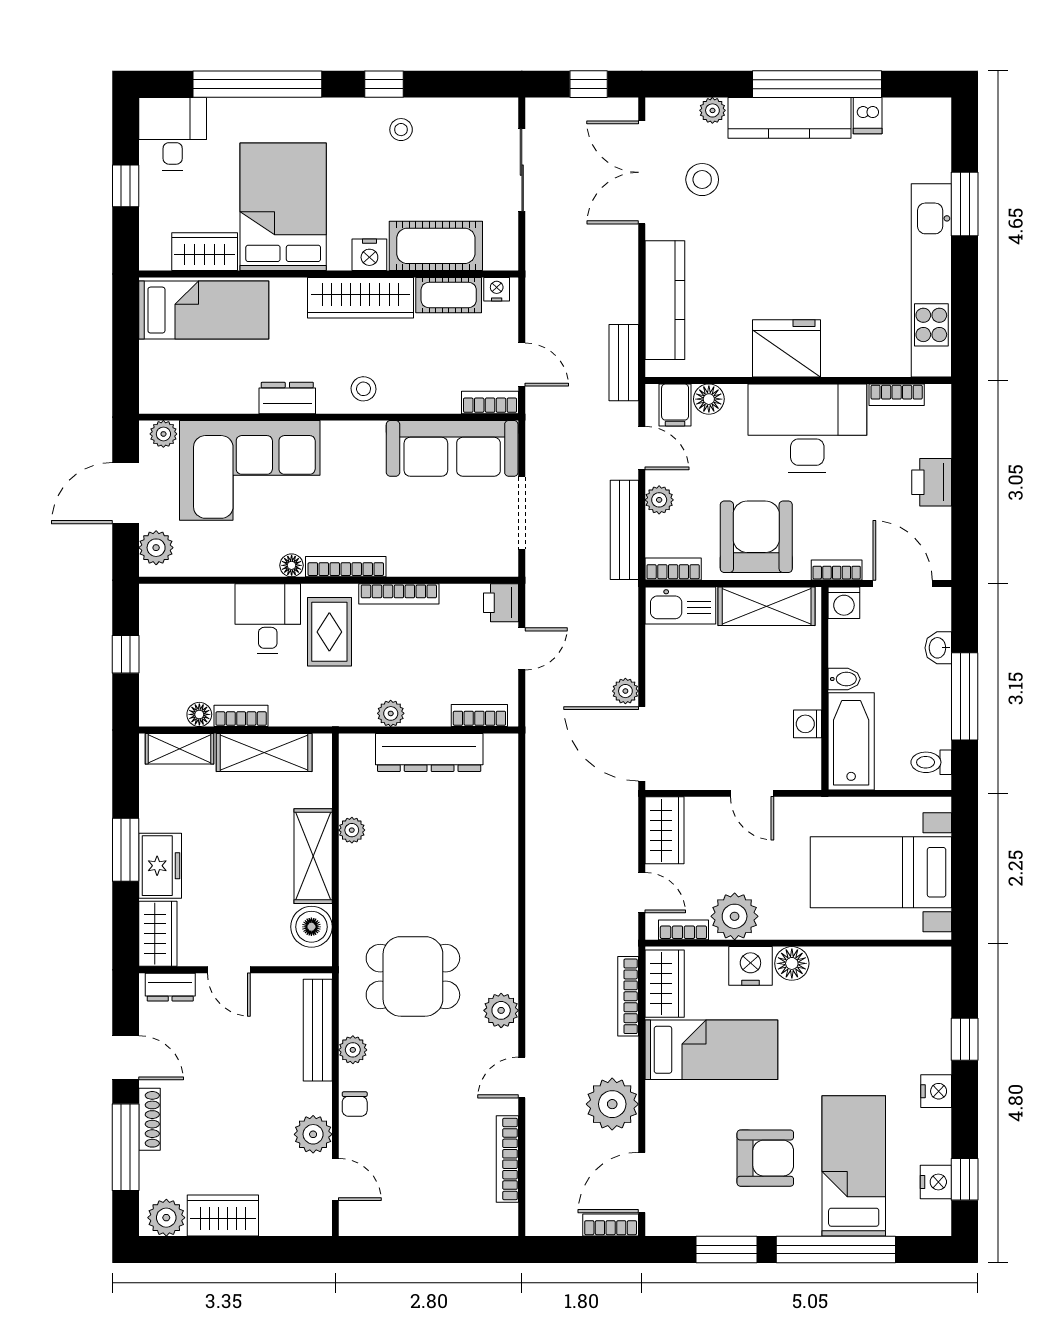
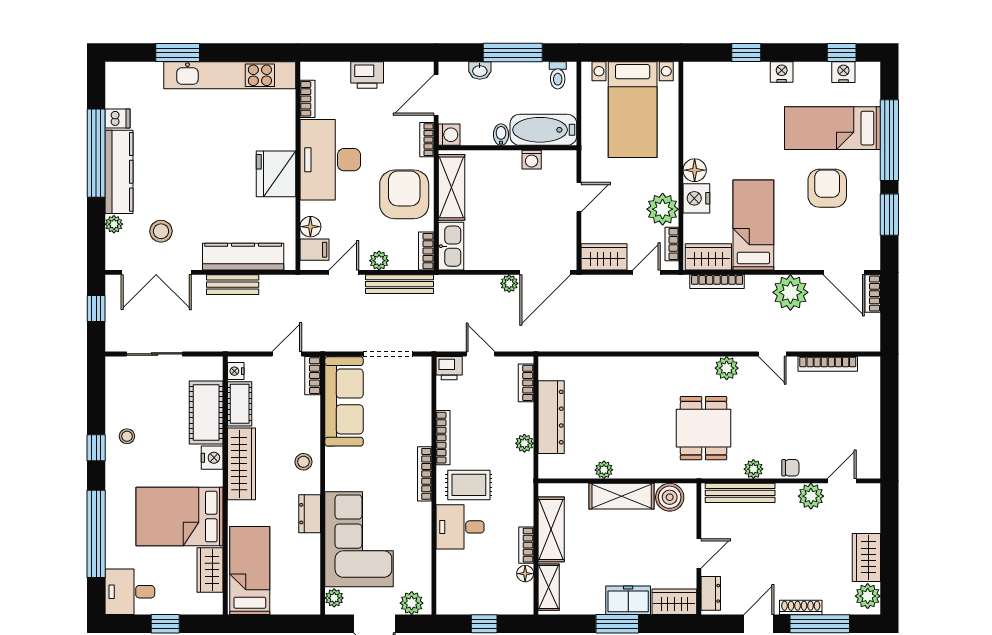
bench: (624, 363) -> (233, 285), moved
armchair: (756, 537) -> (404, 194), turned 90
floor lamp: (292, 565) -> (424, 511), removed

